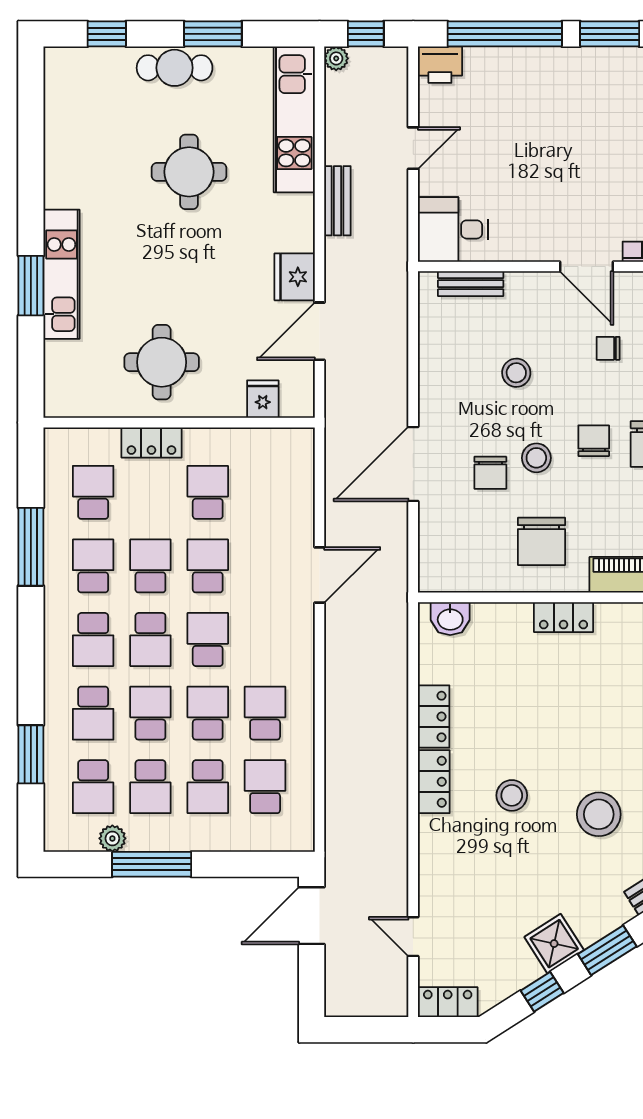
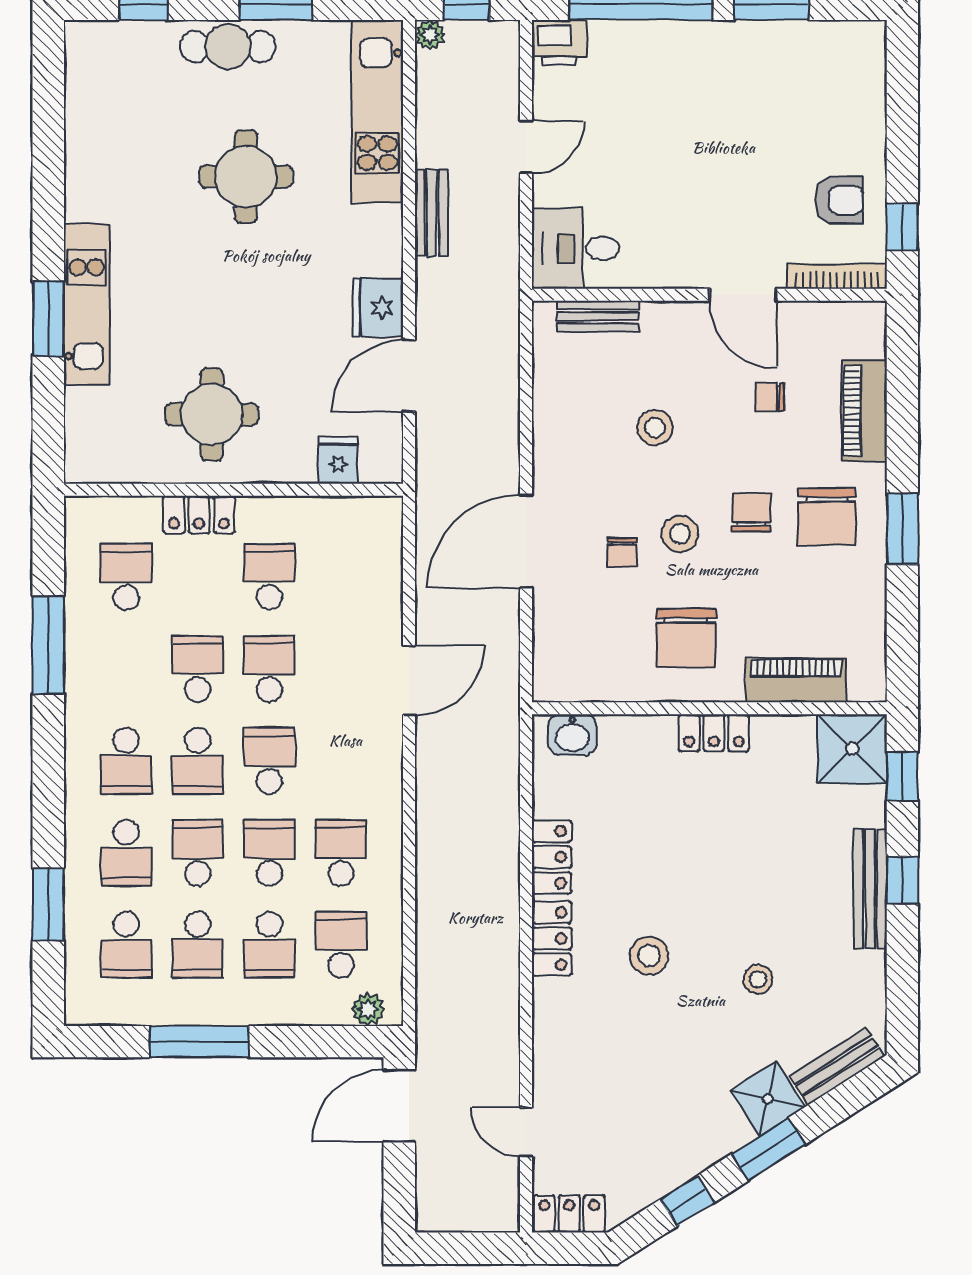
chair: (490, 473) -> (622, 552), width x0.73, depth x0.73
school desk: (93, 566) -> (126, 669), removed
stool: (599, 814) -> (758, 979), width x0.53, depth x0.53
plant: (112, 838) -> (368, 1009), moved
shower: (554, 944) -> (768, 1099), moved

